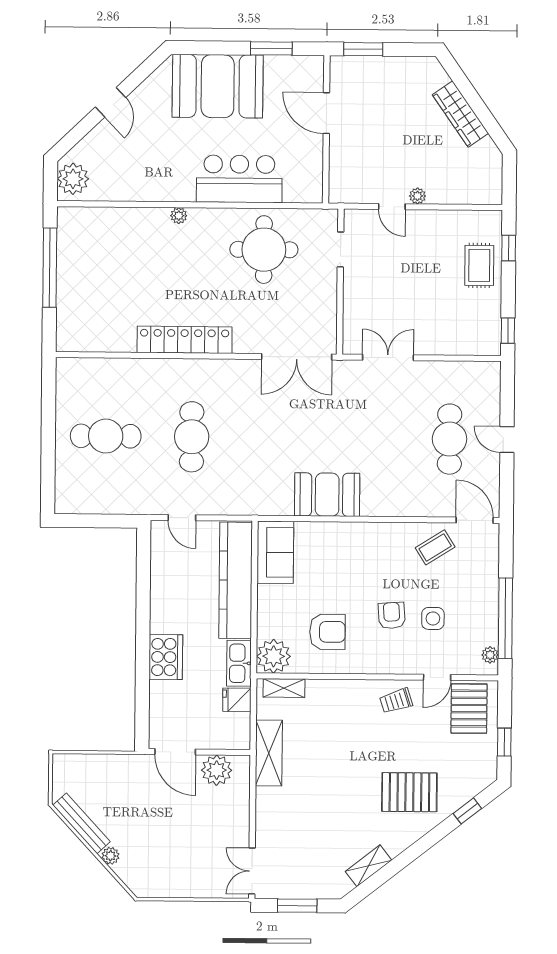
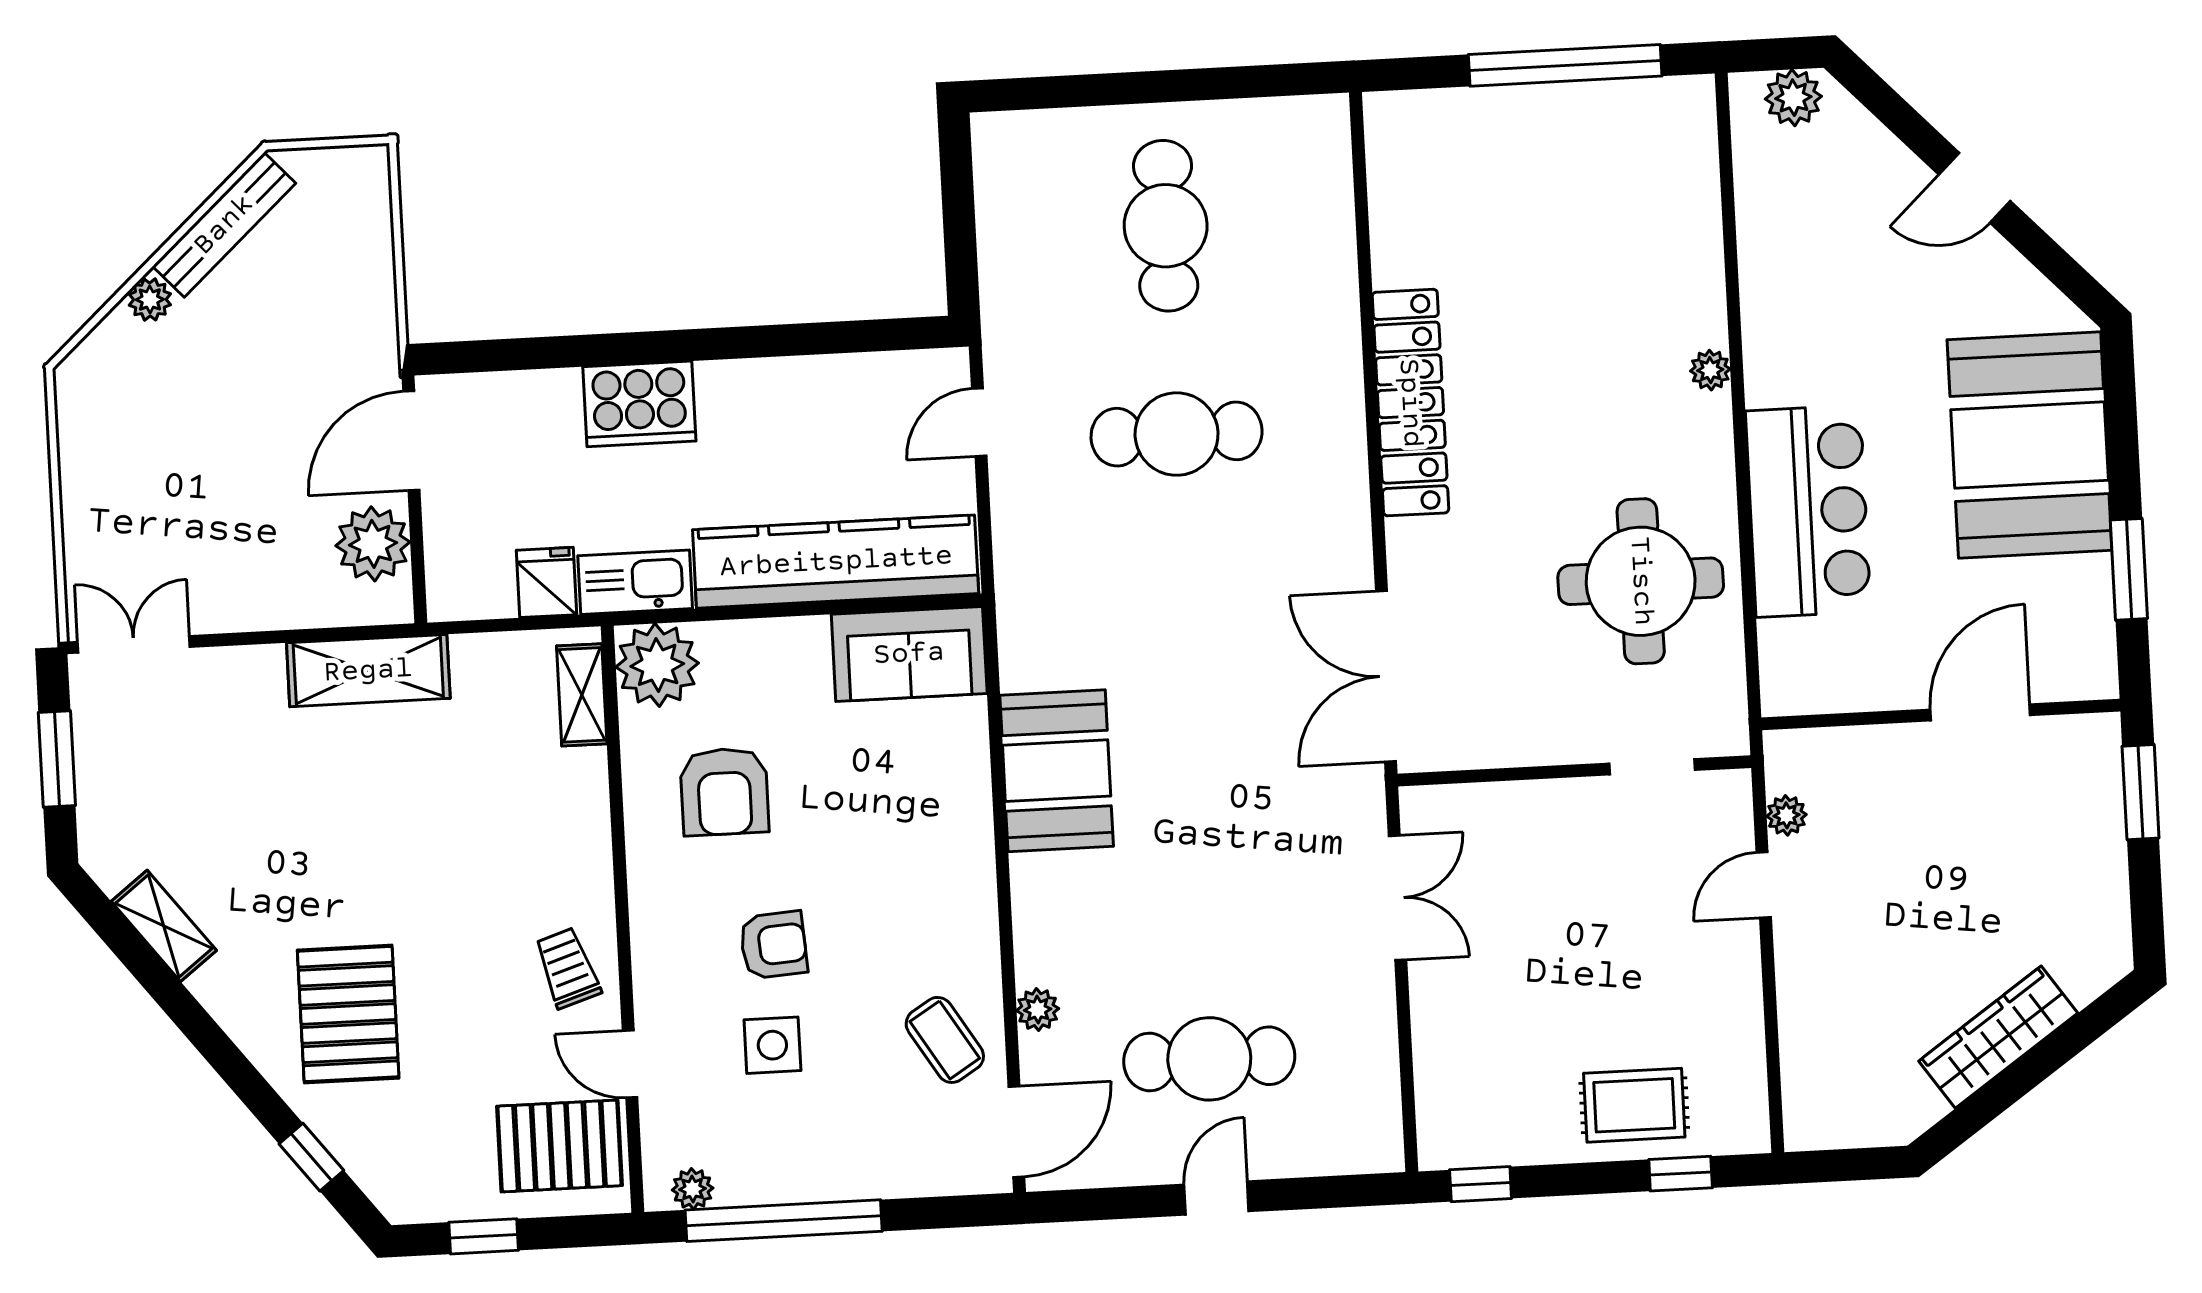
plant: (73, 179) -> (1793, 98), width x0.73, depth x0.73
plant: (417, 196) -> (1786, 815), moved
plant: (425, 508) -> (1038, 1010), added
shelving: (269, 753) -> (368, 671), moved

